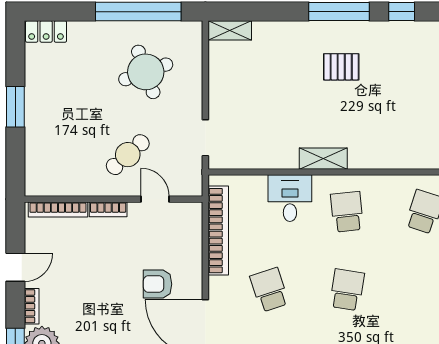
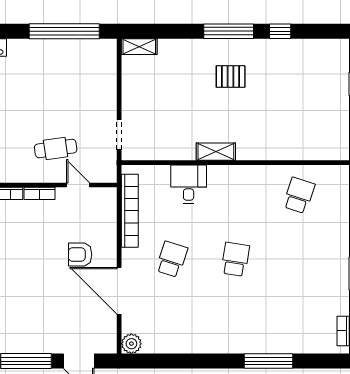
round table: (146, 72) -> (70, 81), removed
cafe table: (128, 155) -> (56, 148), turned 34
school desk: (347, 212) -> (235, 195), removed
school desk: (269, 290) -> (172, 259), turned 36

